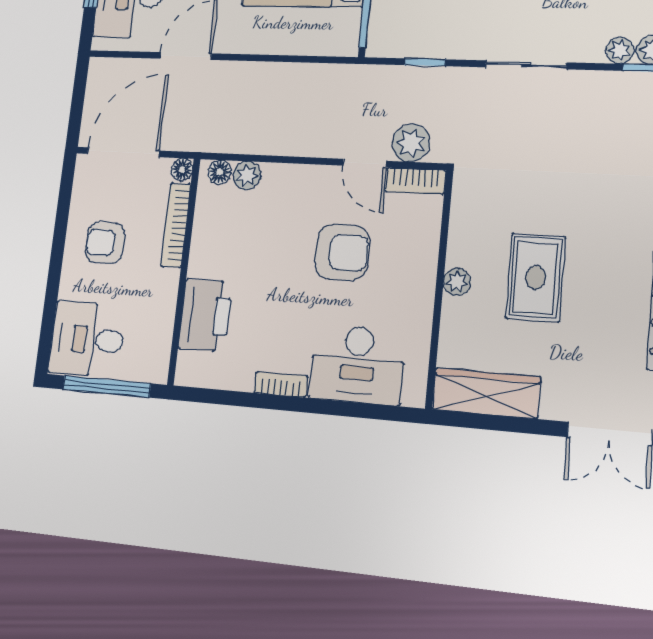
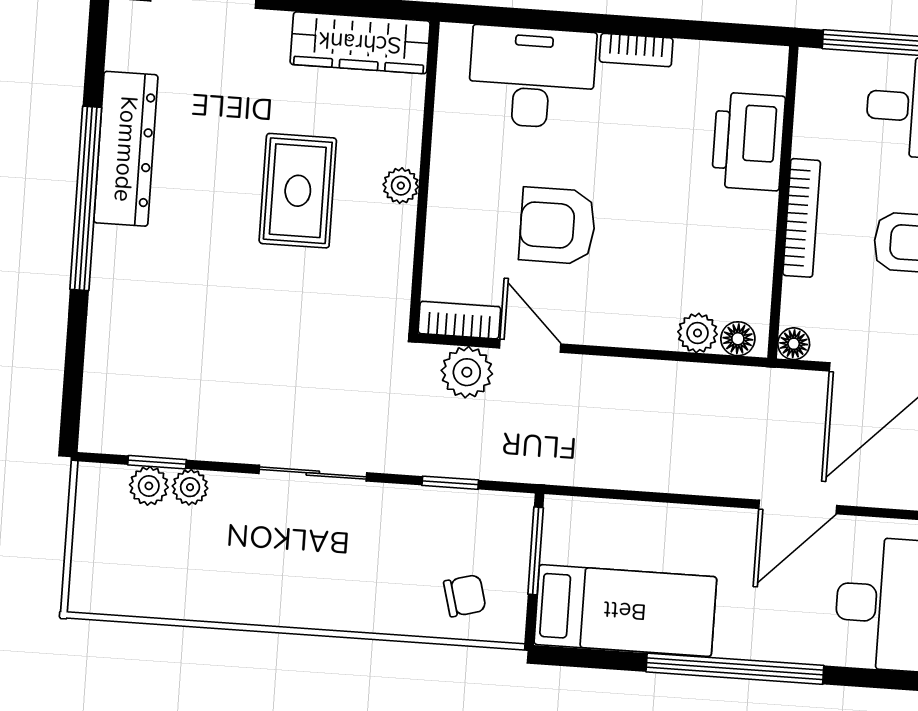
bookcase: (176, 225) -> (802, 218), moved

